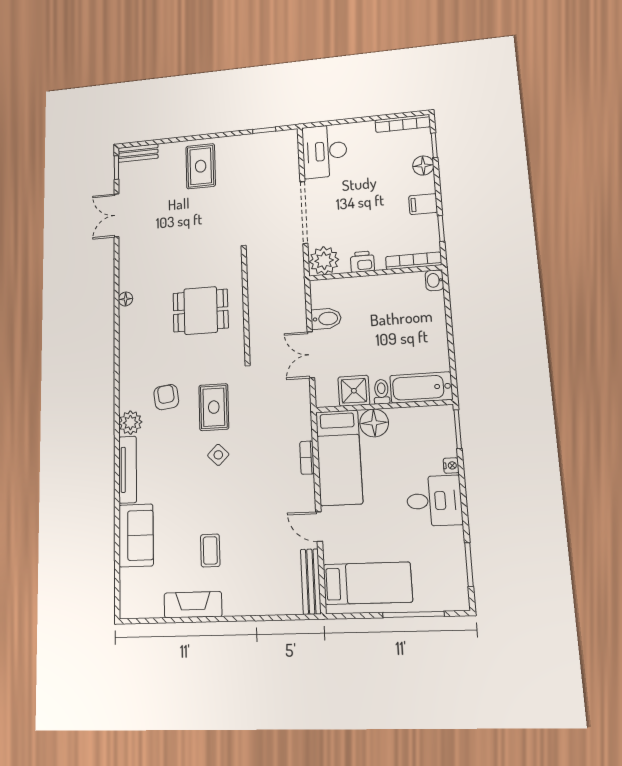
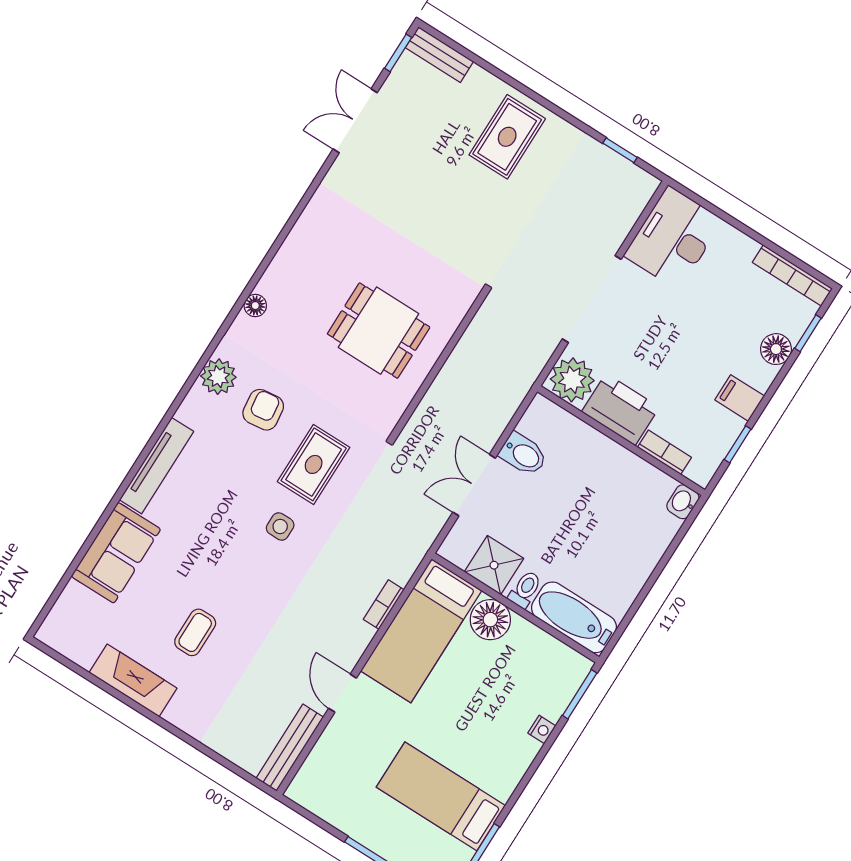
bookcase: (414, 261) -> (664, 452), width x0.64
printer: (362, 262) -> (620, 409), width x1.87, depth x1.48
floor lamp: (126, 299) -> (255, 306), moved
plant: (130, 423) -> (218, 377), moved
side table: (218, 455) -> (280, 526), turned 45
desk: (434, 501) -> (494, 755), removed
bed: (368, 583) -> (441, 796), moved, turned 180

